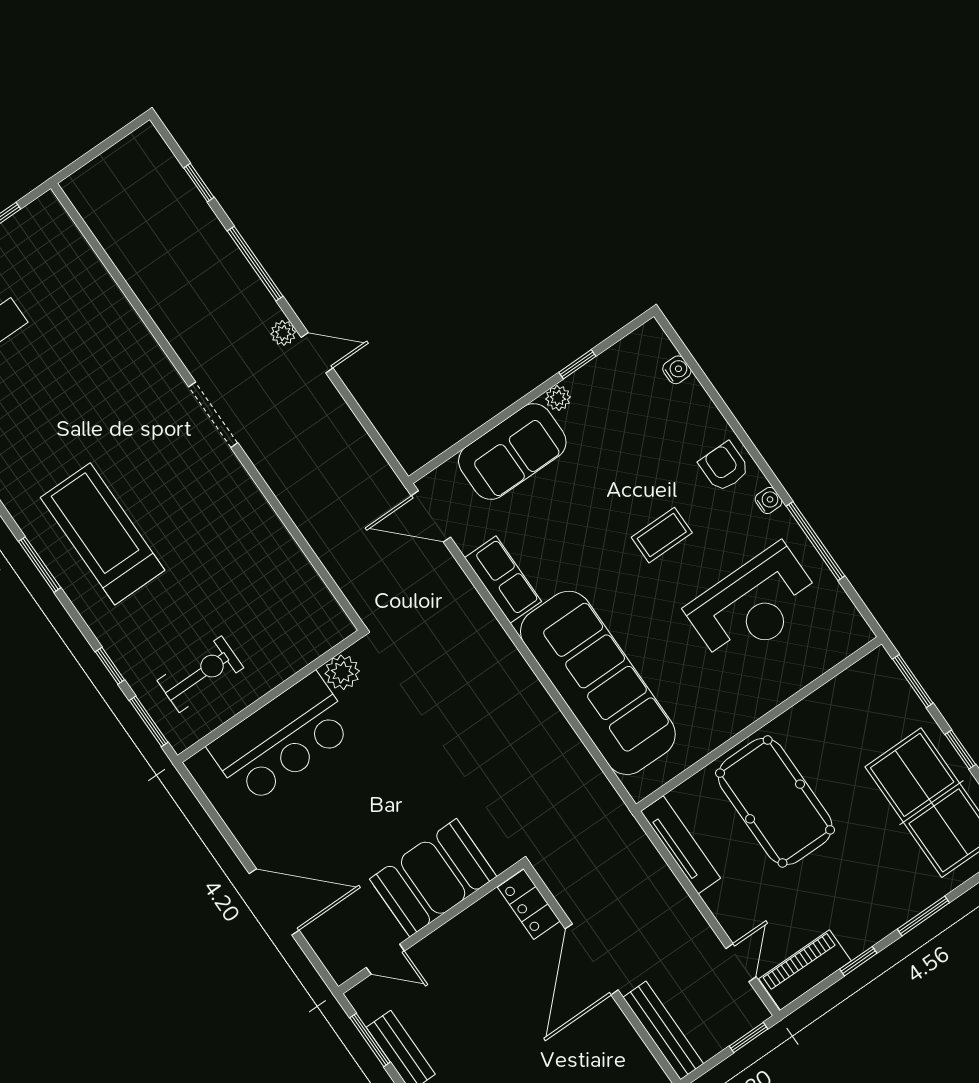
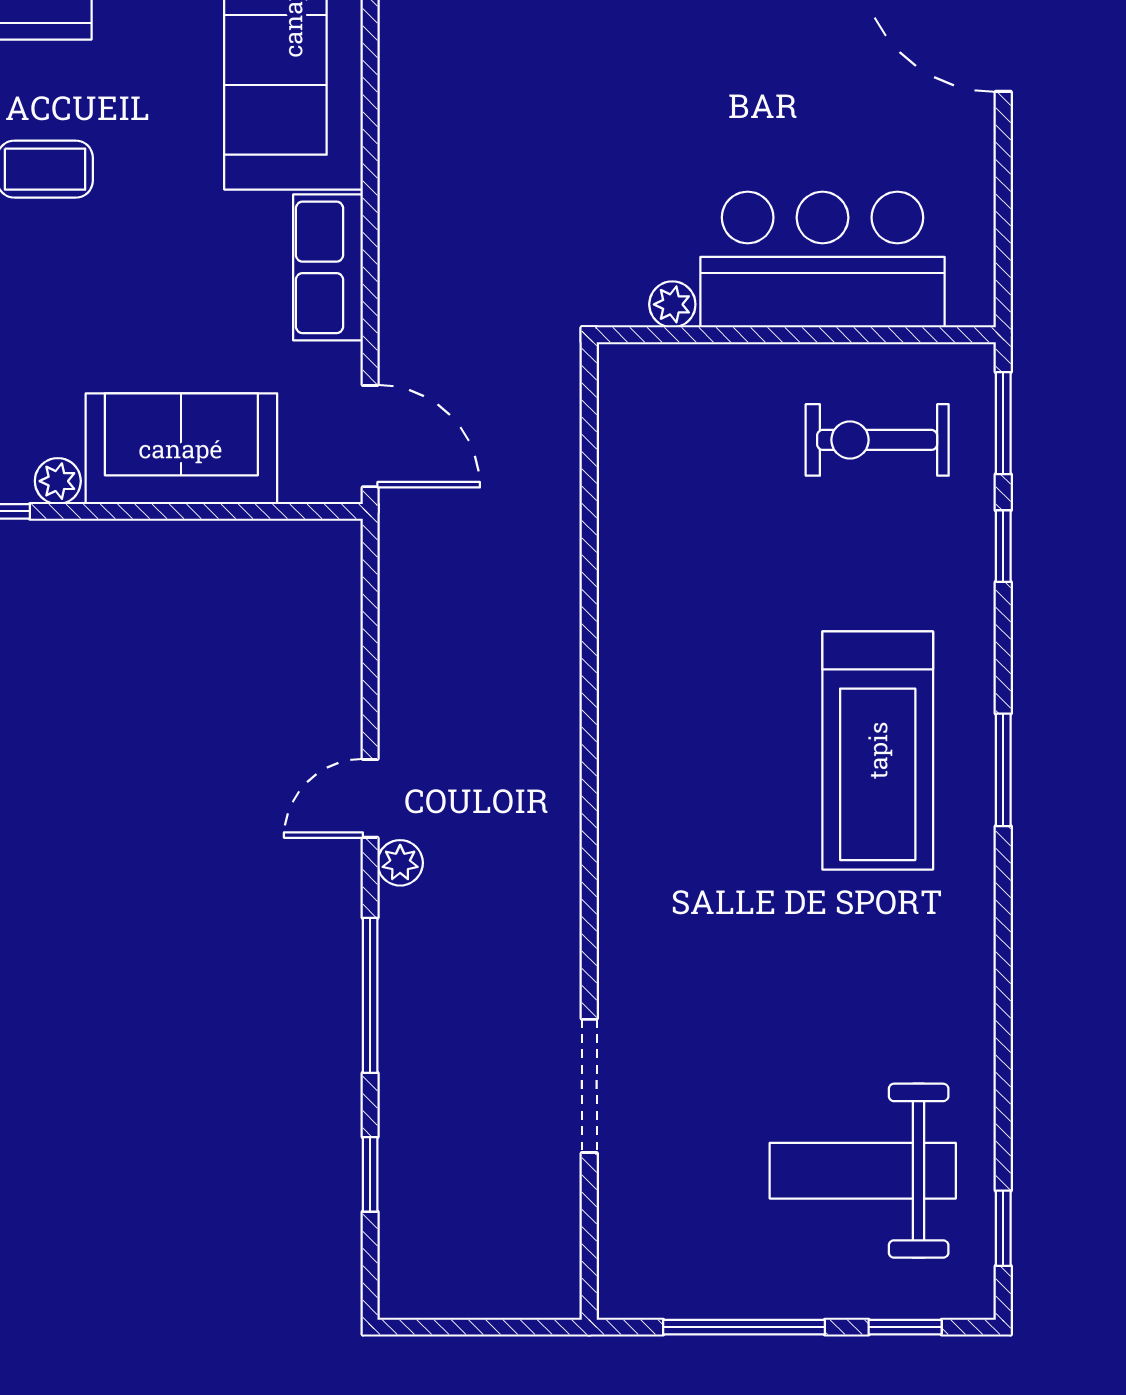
door: (317, 353) -> (370, 798), hinge flipped
doorway: (213, 415) -> (589, 1086), moved
plant: (342, 672) -> (672, 304), width x0.73, depth x0.73

